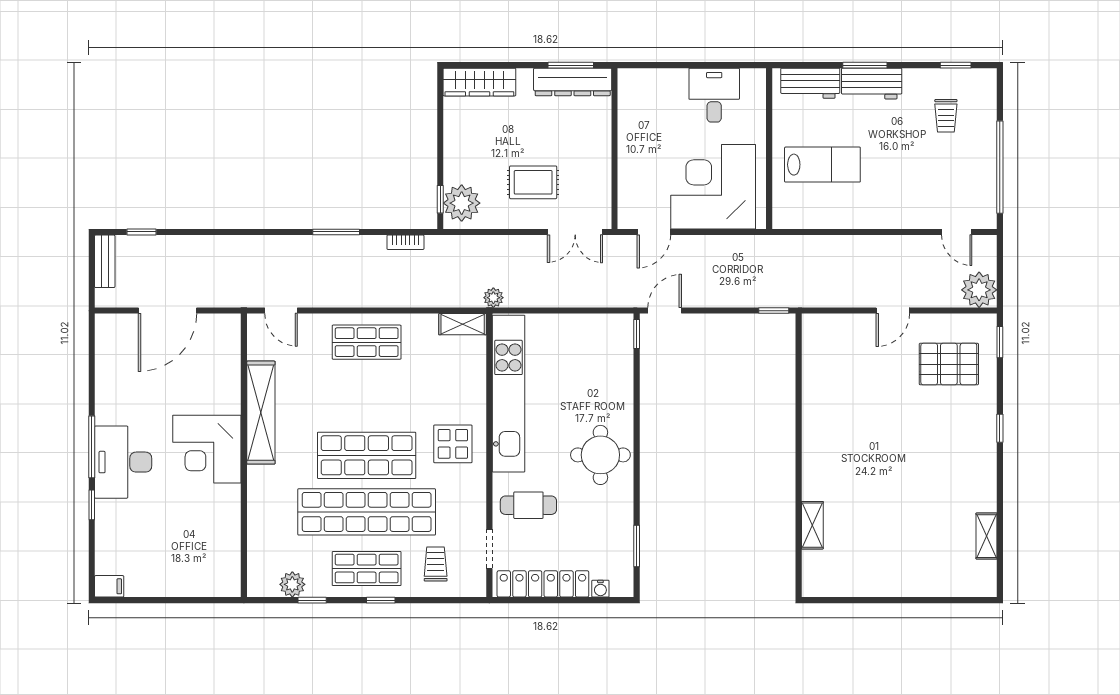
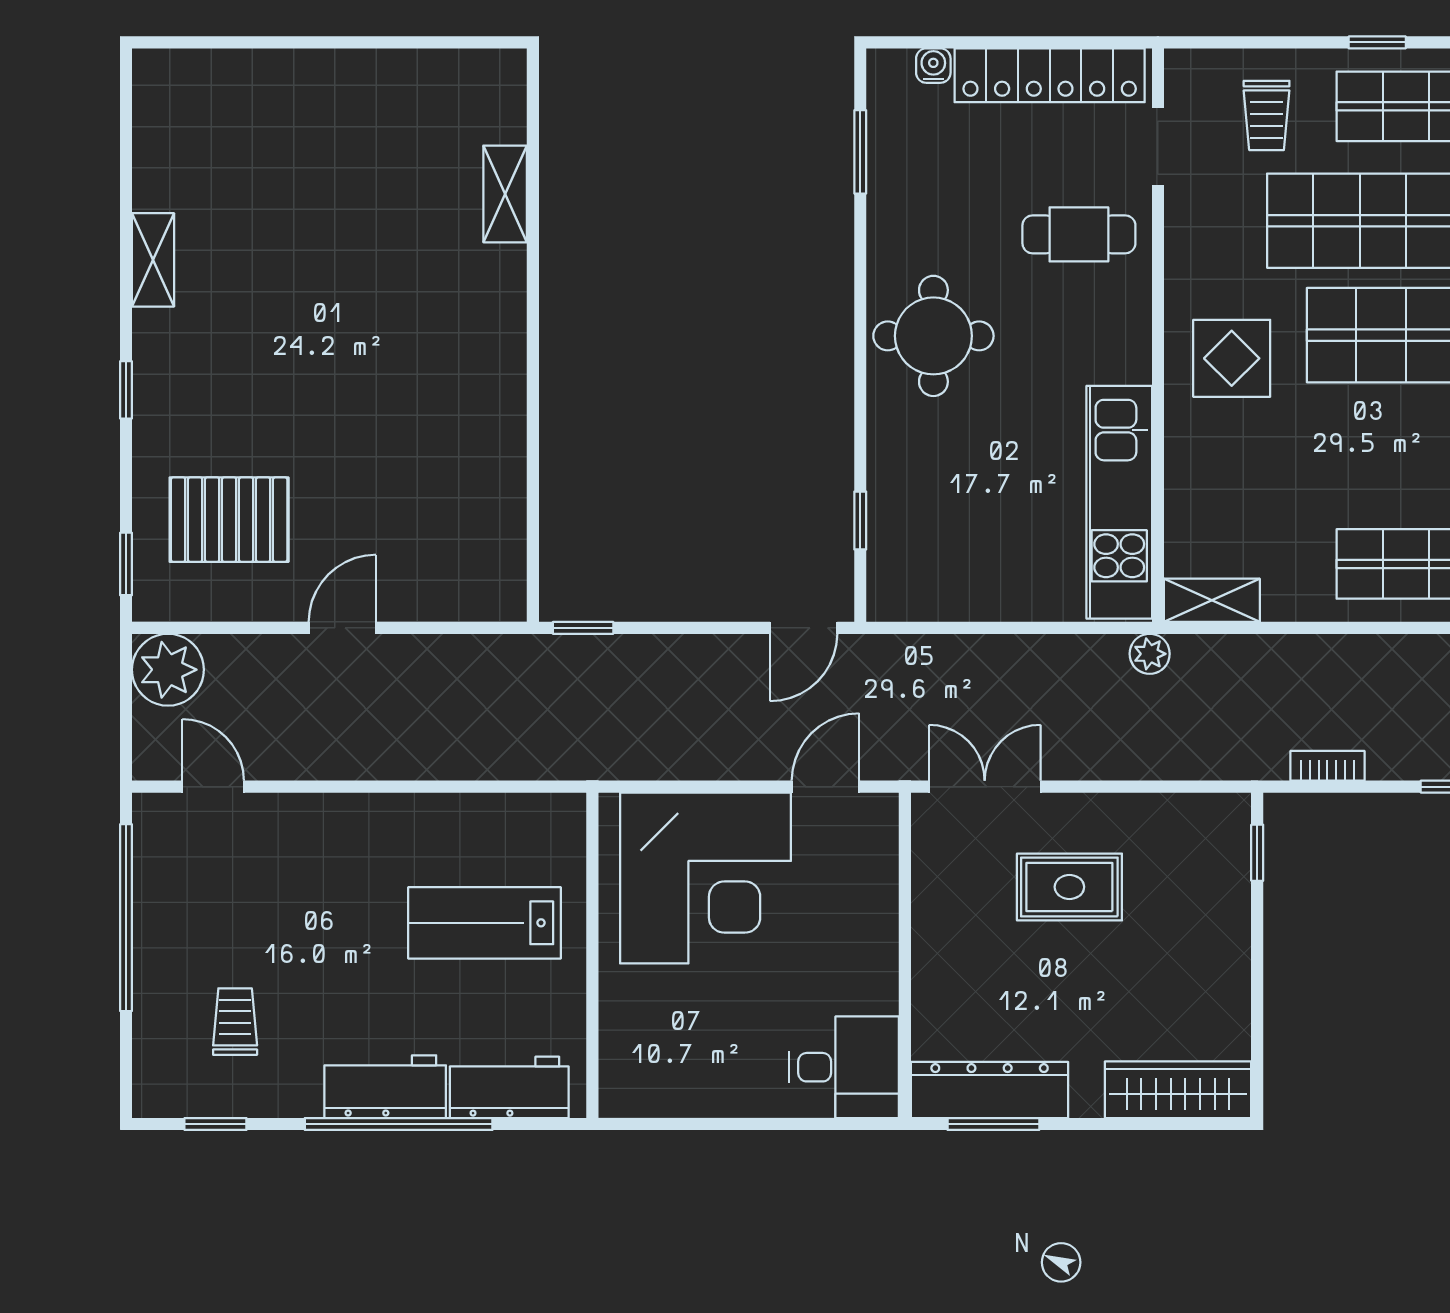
window: (865, 65) -> (399, 1124), width x2.11
desk: (714, 95) -> (844, 1067), moved, turned -90
plant: (462, 203) -> (1214, 845), removed
window: (637, 334) -> (860, 521), moved
kitchen unit: (509, 394) -> (1119, 502), width x0.73
shelving: (986, 536) -> (153, 260), moved

